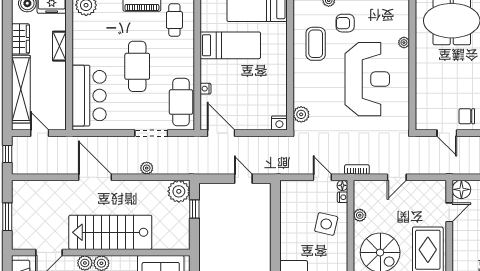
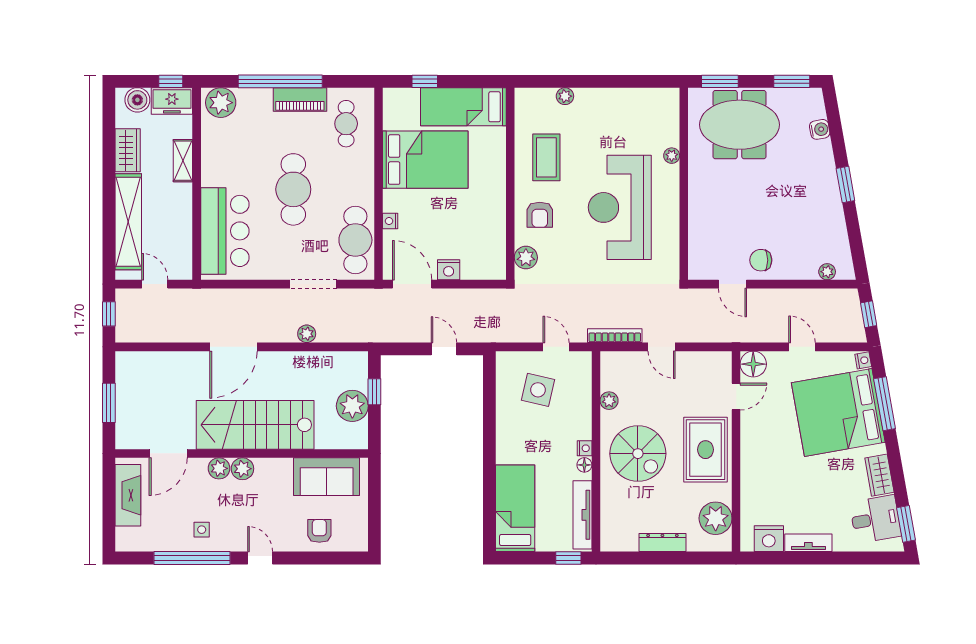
armchair: (345, 23) -> (540, 215), moved, turned -90
bed: (230, 45) -> (425, 160), width x1.50
reception desk: (367, 79) -> (620, 207), turned 180
nightstand: (279, 123) -> (449, 270), moved
bookcase: (357, 169) -> (615, 336), width x1.56
door: (95, 177) -> (233, 347), swing flipped
door: (397, 177) -> (662, 347), hinge flipped
floor lamp: (342, 185) -> (584, 465), moved
plant: (179, 191) -> (352, 406), moved
nightstand: (343, 197) -> (585, 448), moved
side table: (326, 224) -> (538, 390), moved

